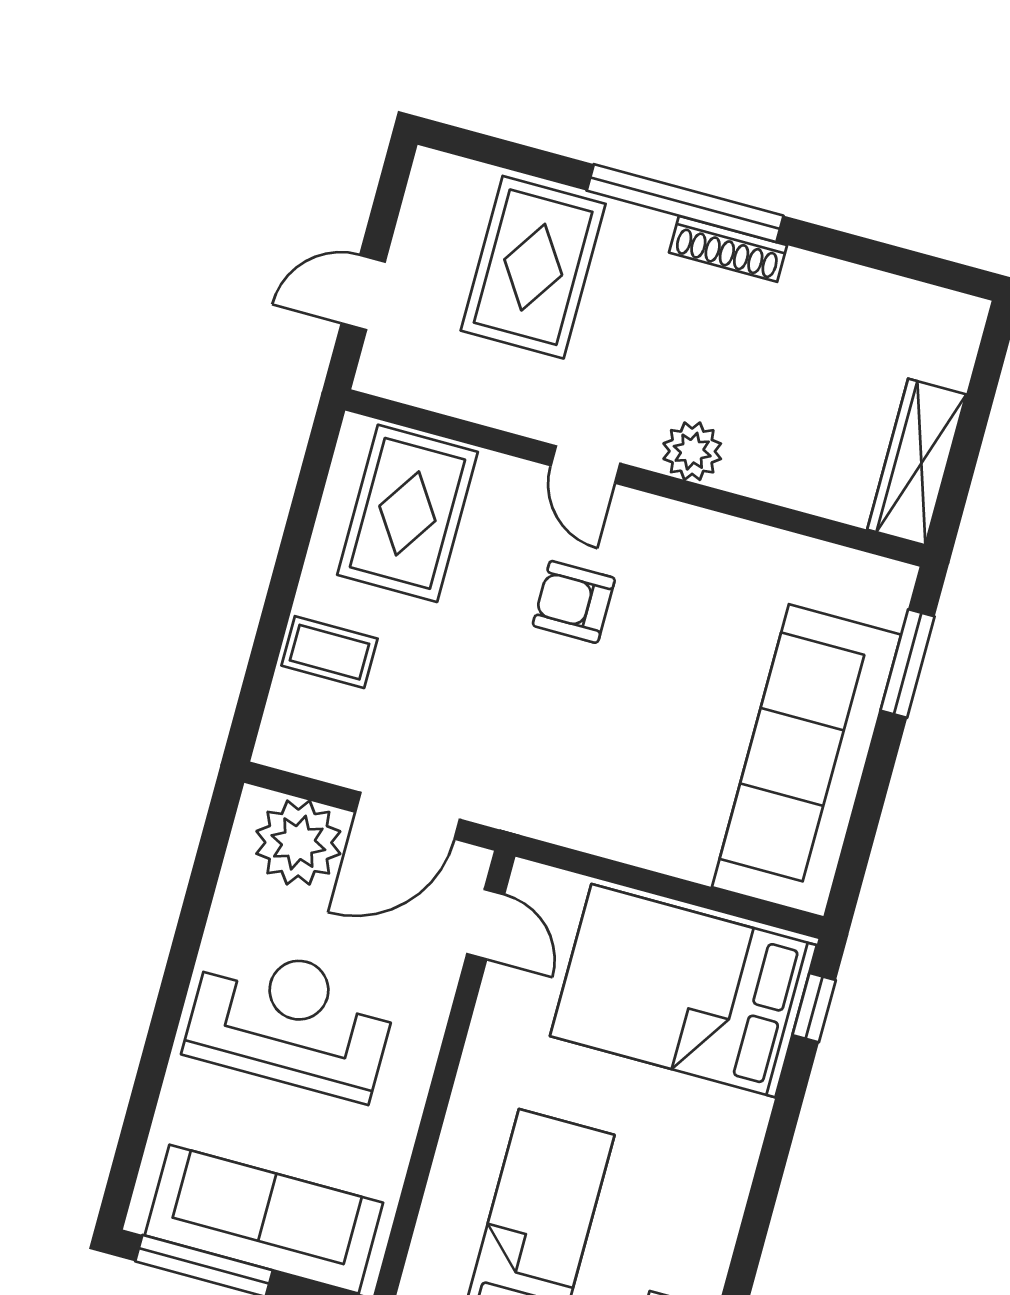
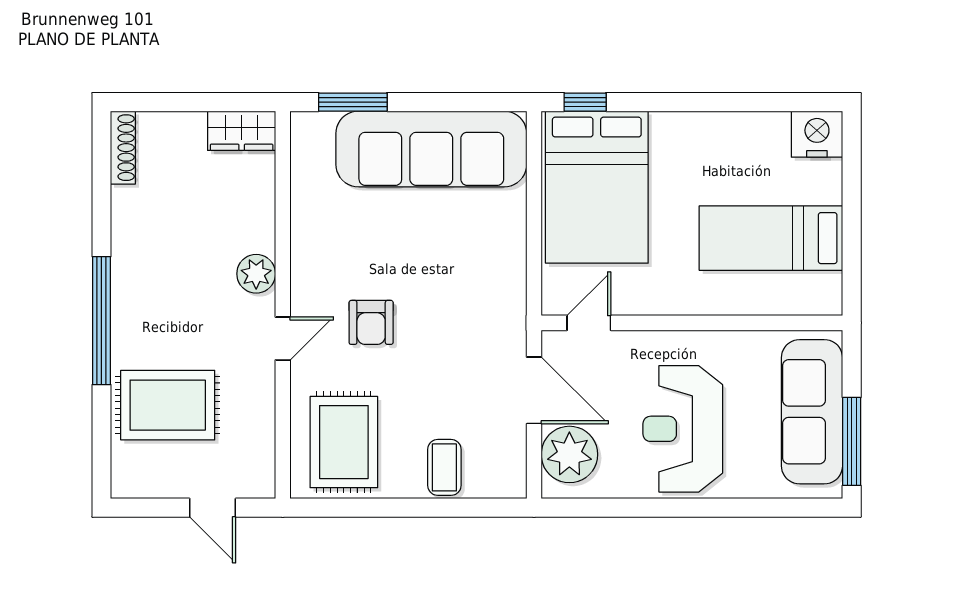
shoe rack: (728, 249) -> (123, 148), moved
wardrobe: (917, 462) -> (242, 131), width x0.67
rug: (407, 513) -> (344, 442), turned 90

